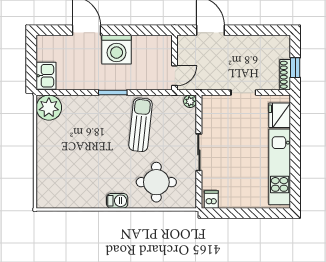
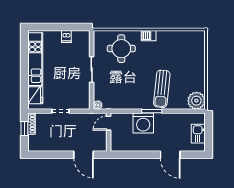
washing machine: (117, 50) -> (143, 123), moved, turned 180
kitchen sink: (46, 76) -> (198, 134), moved
sun lounger: (140, 125) -> (162, 89), moved
dishwasher: (211, 199) -> (66, 37), moved

